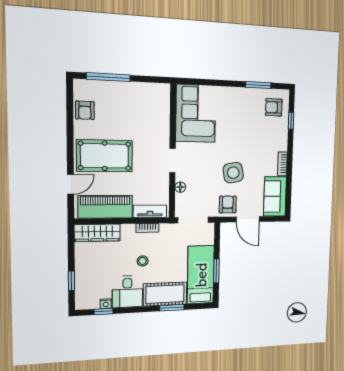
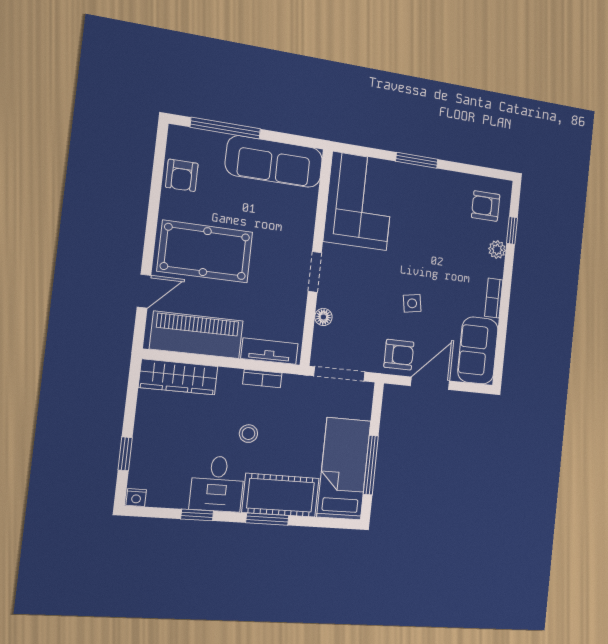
window: (258, 85) -> (417, 160), moved
sofa: (141, 95) -> (274, 162), added
plant: (283, 134) -> (497, 250), added
side table: (233, 173) -> (412, 303), width x0.54, depth x0.54
armchair: (228, 204) -> (399, 355), turned 90
door: (248, 219) -> (430, 383), swing flipped
window: (216, 271) -> (371, 465), width x1.44
nightstand: (106, 304) -> (136, 498), moved
window: (172, 308) -> (267, 519), moved
window: (103, 311) -> (197, 515), moved

